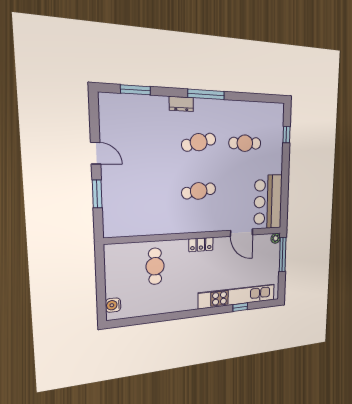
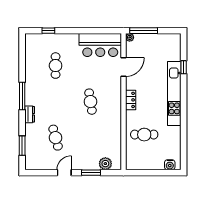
cafe table: (199, 142) -> (56, 138), moved
plant: (112, 215) -> (105, 164), added
kitchen unit: (237, 296) -> (174, 94), moved

